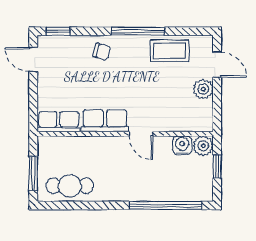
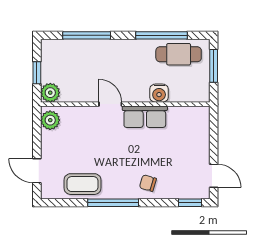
plant: (203, 89) -> (50, 120), moved
row of seats: (59, 122) -> (189, 116), removed
water cooler: (182, 145) -> (159, 93), moved
window: (87, 205) -> (162, 35), added
window: (165, 205) -> (87, 35), width x0.68

